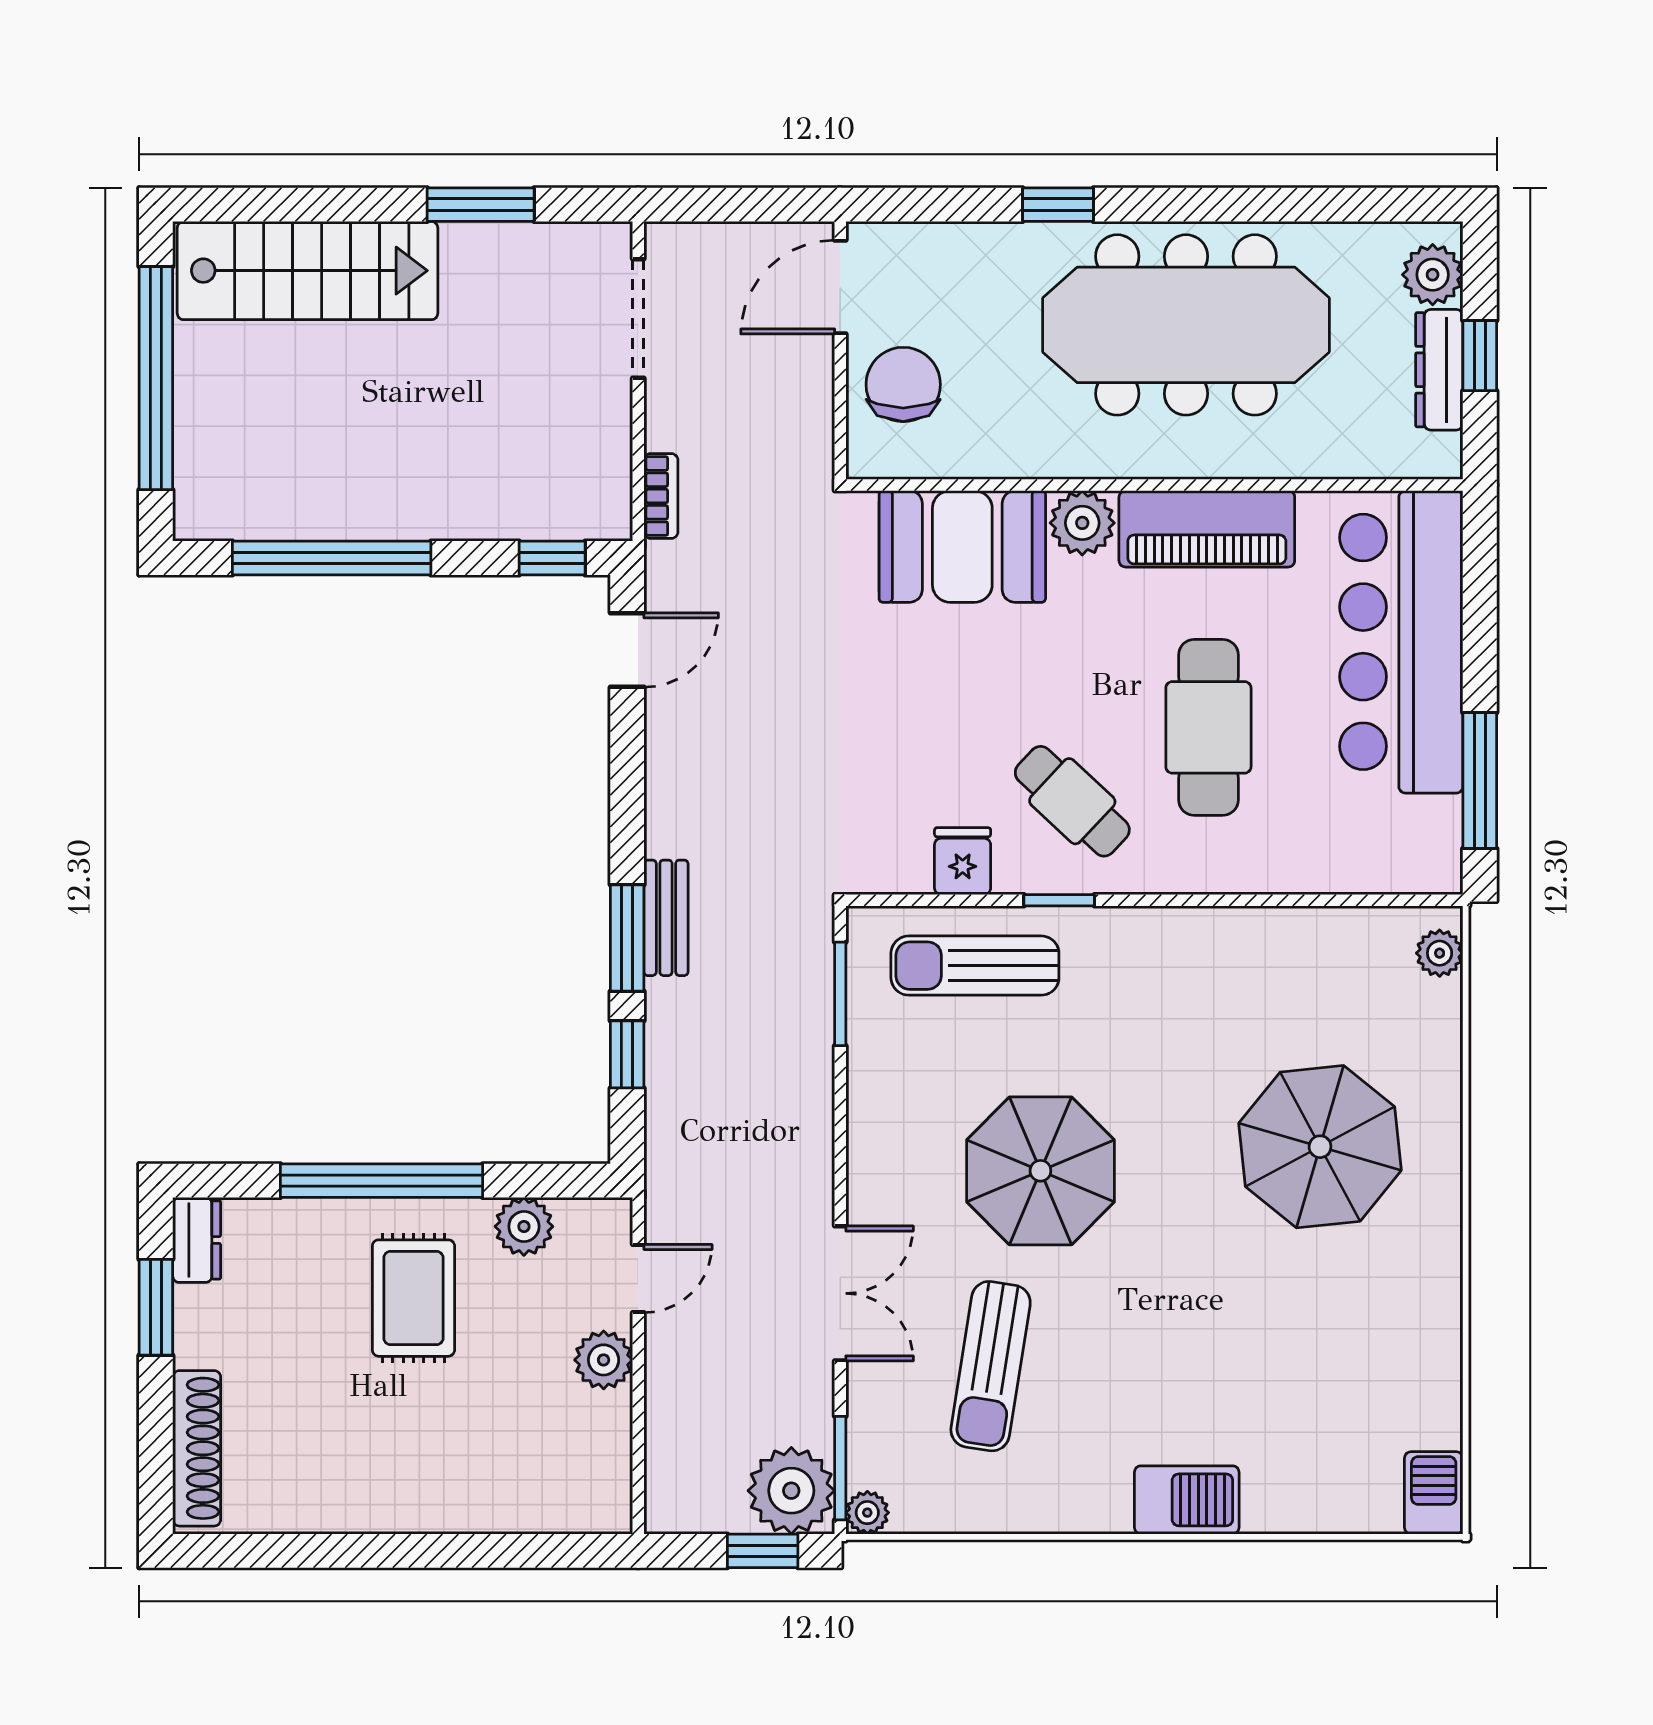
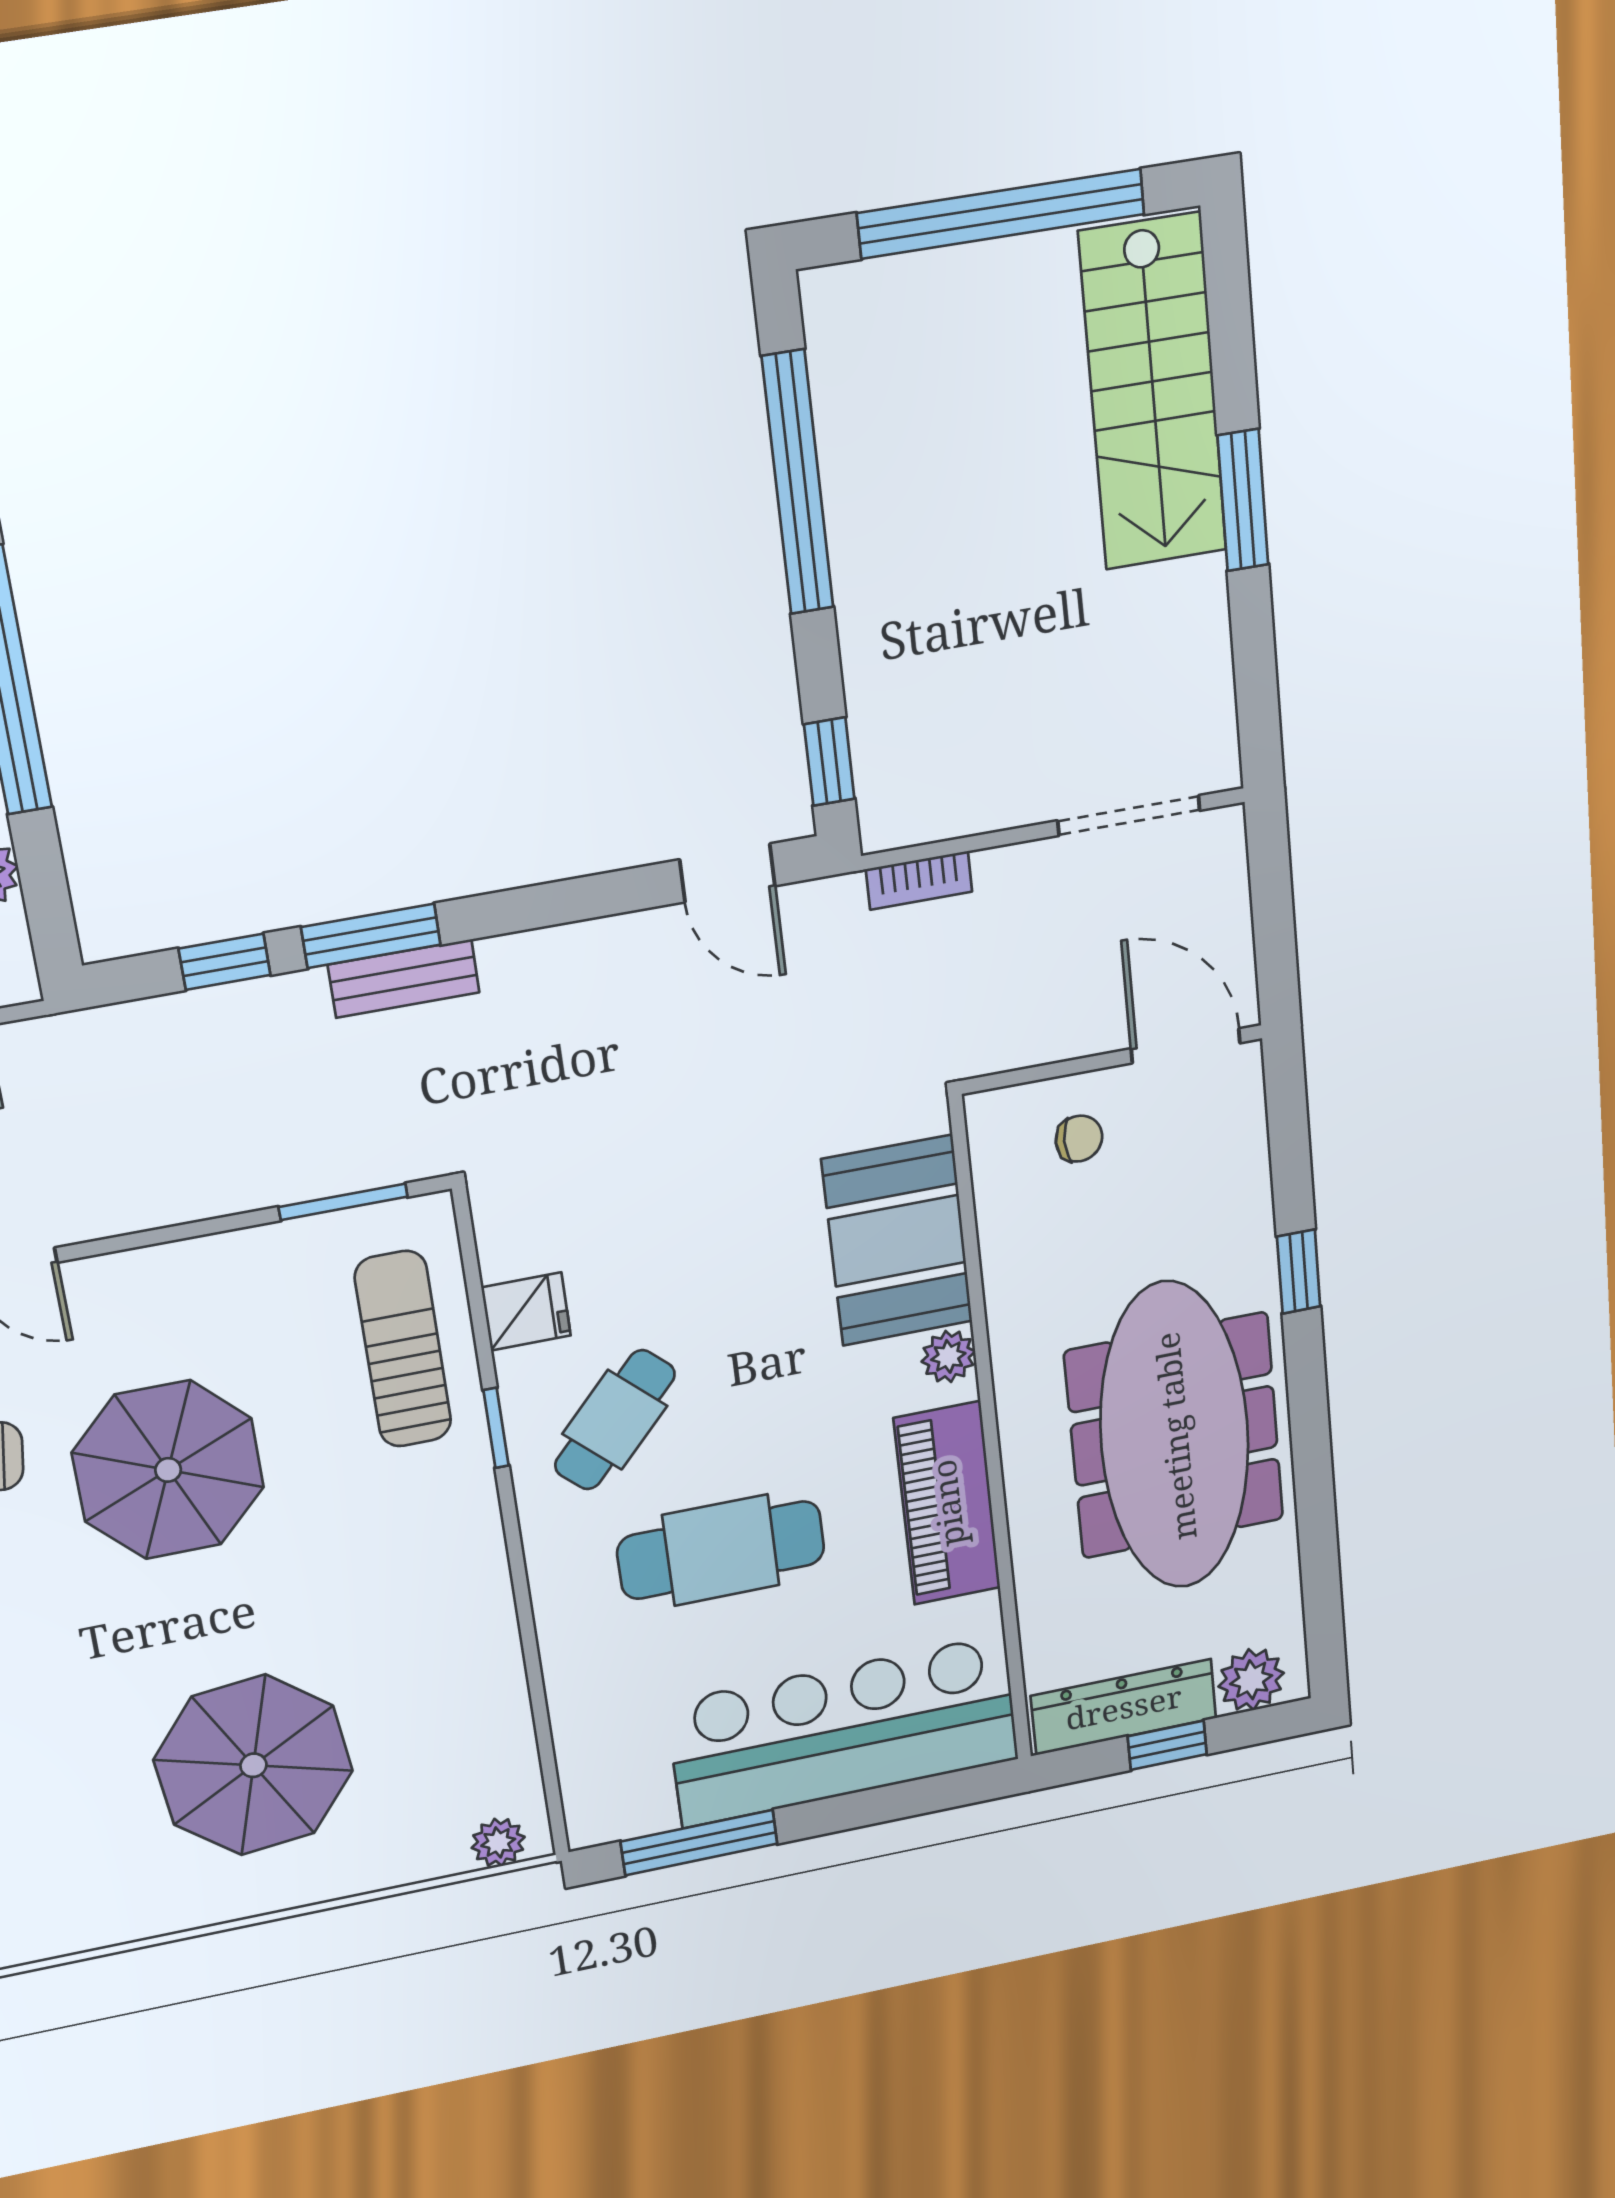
window: (481, 205) -> (1243, 500), moved
dresser: (1439, 370) -> (1124, 1707), width x1.37, depth x1.24
chair: (903, 384) -> (1079, 1139), width x0.54, depth x0.54
plant: (1082, 523) -> (948, 1357), width x0.73, depth x0.73

